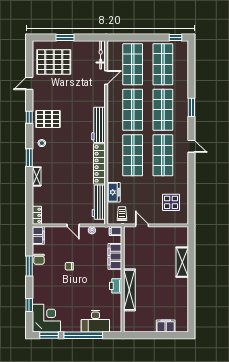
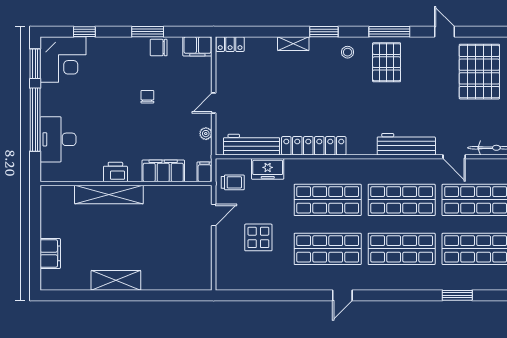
window: (191, 107) -> (457, 295), moved
window: (29, 117) -> (389, 32), width x2.17
workbench: (98, 125) -> (406, 144), moved
display table: (171, 202) -> (258, 237), moved
shelving: (182, 262) -> (116, 280), moved

